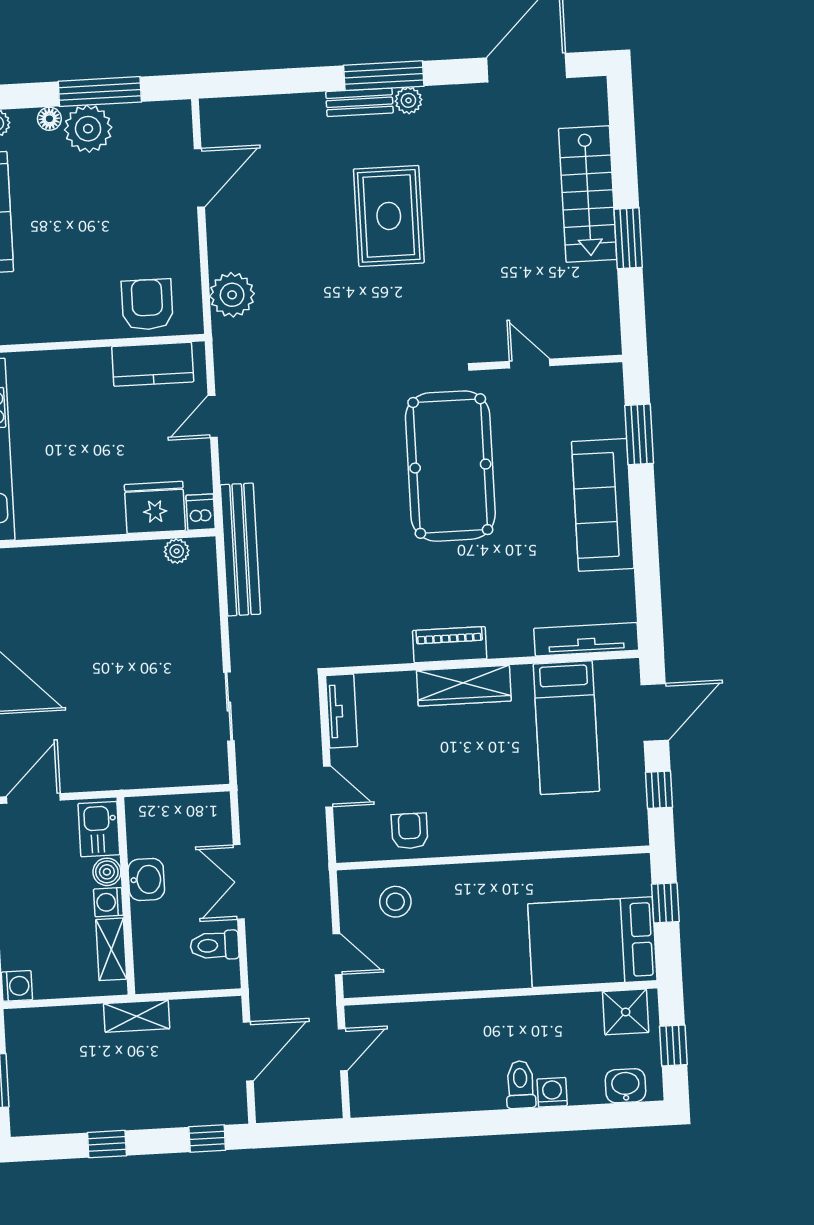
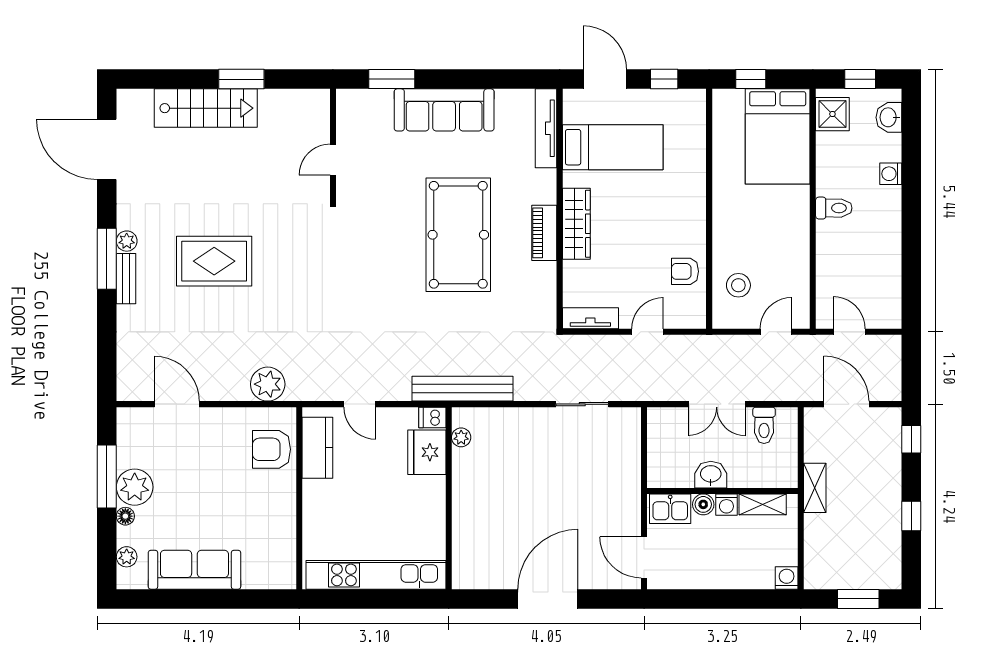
pool table: (450, 466) -> (458, 235), moved, turned 90
toilet: (520, 1085) -> (834, 208), moved, turned 180

